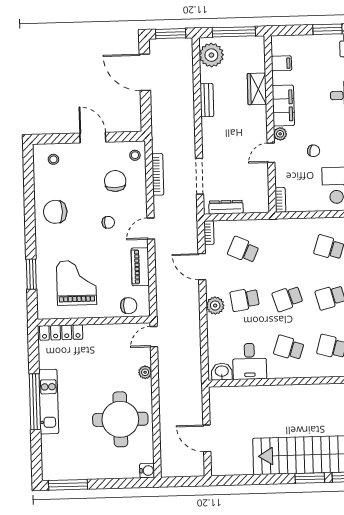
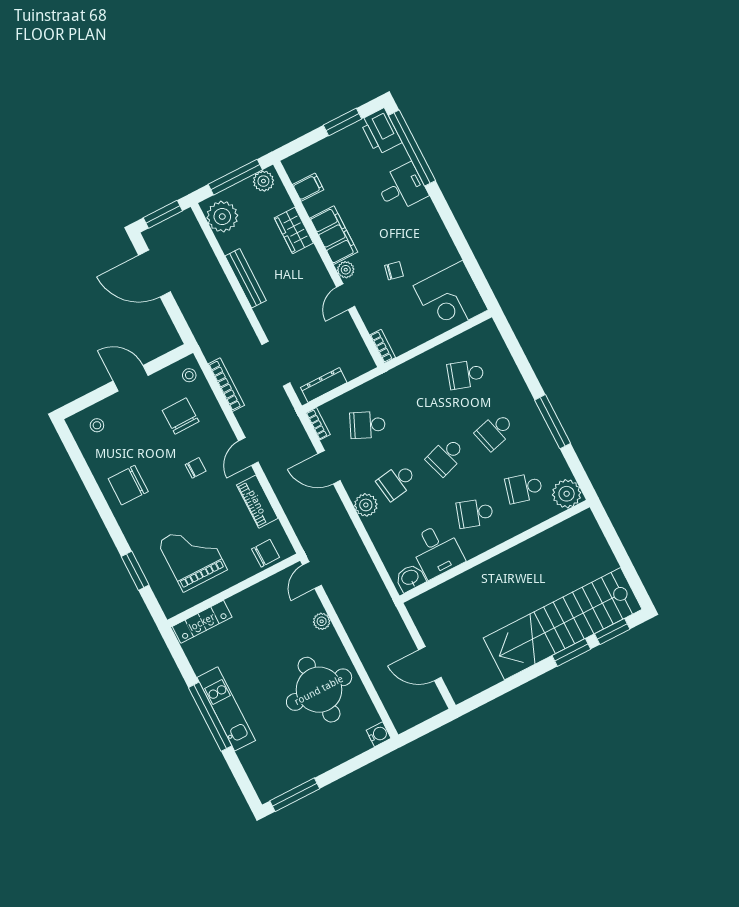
plant: (252, 44) -> (263, 181), added
bench: (207, 100) -> (246, 278), width x1.36

